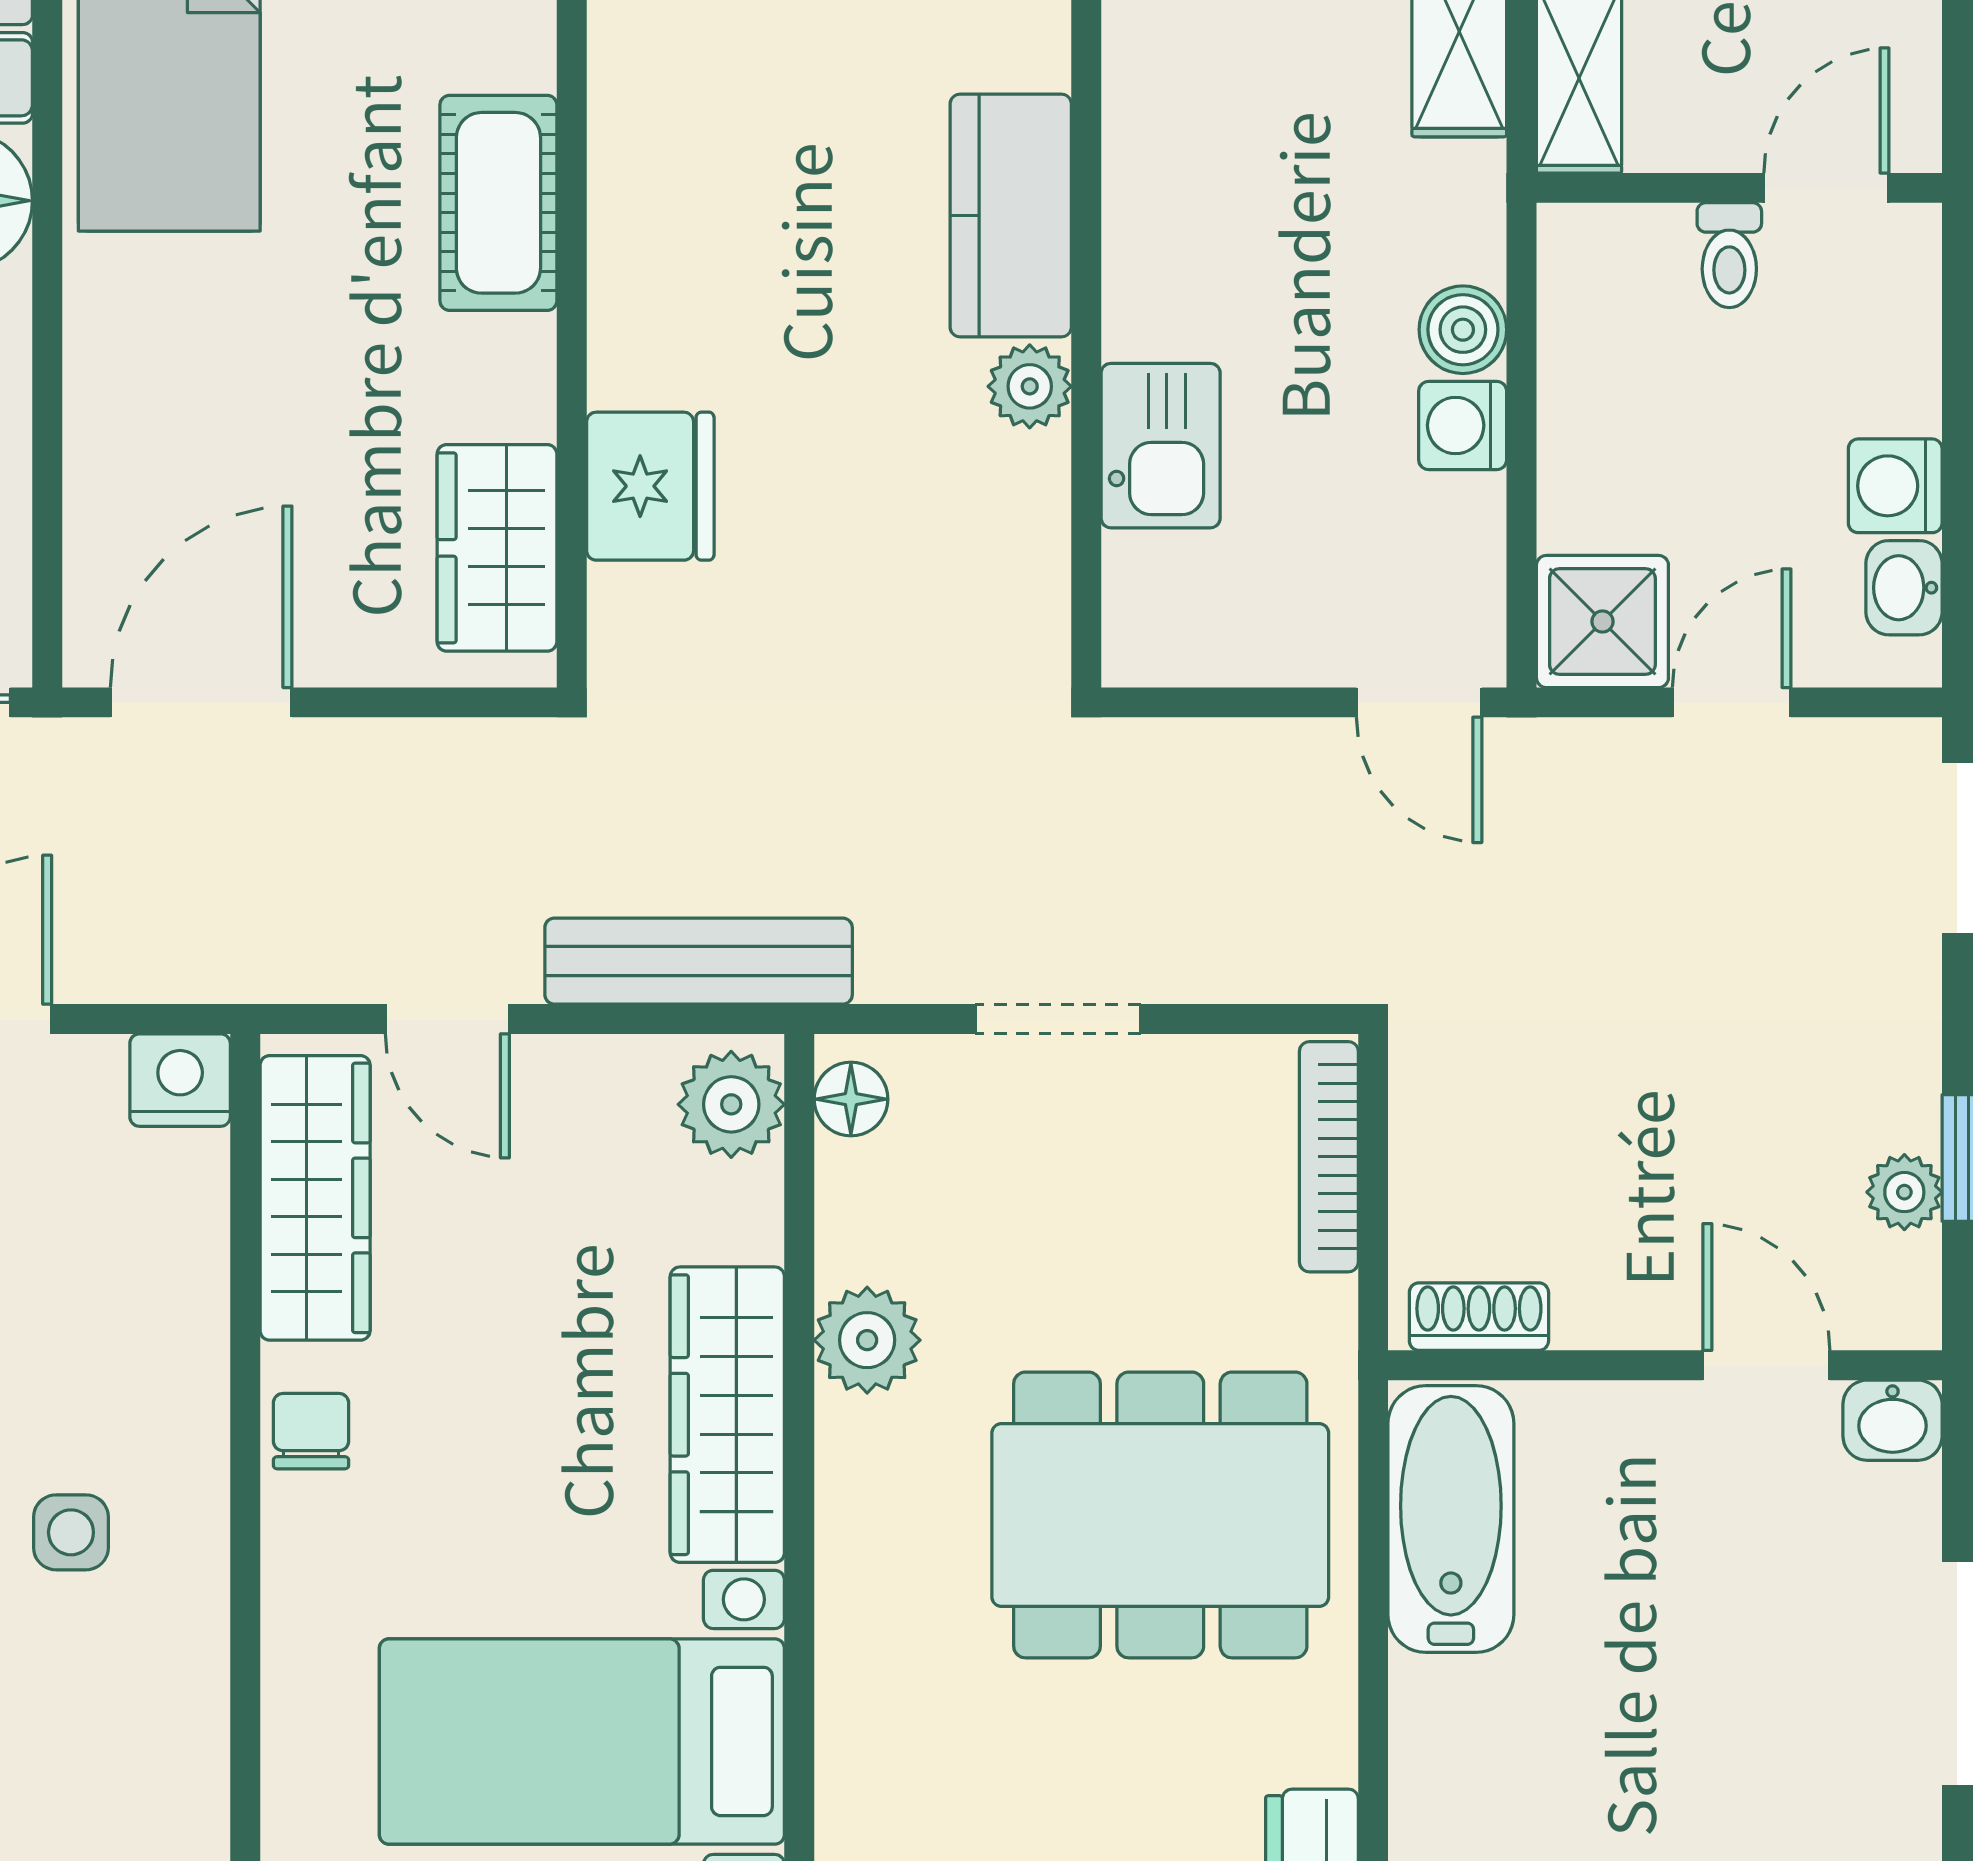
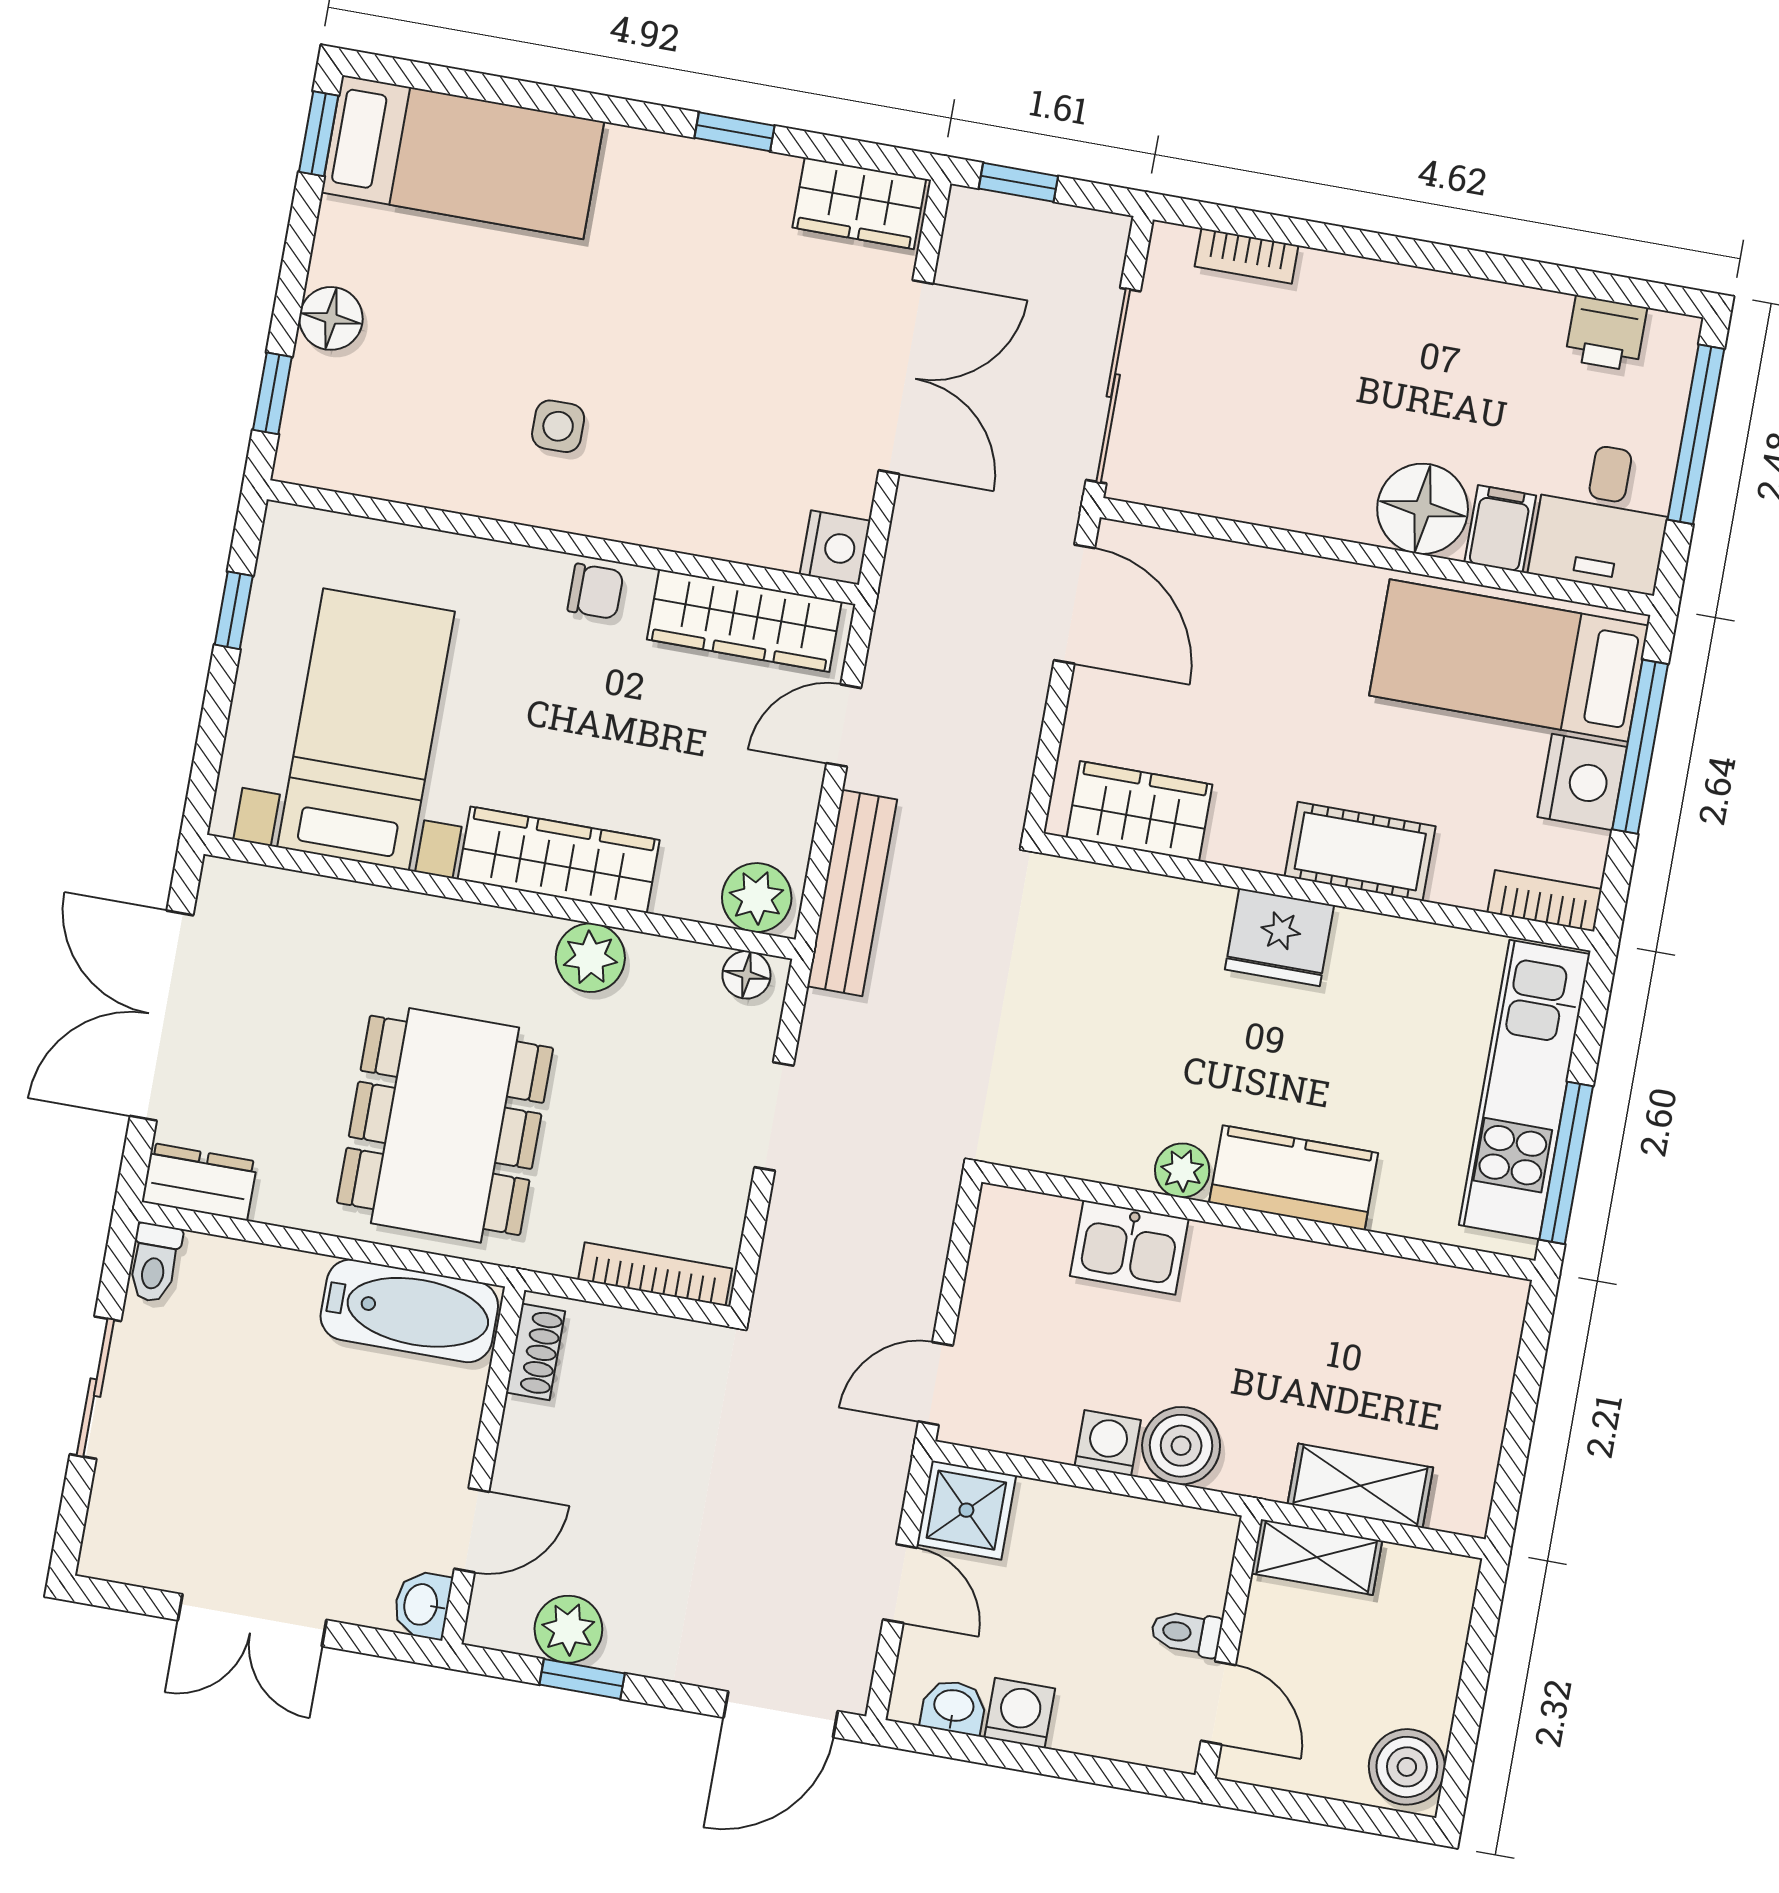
boiler: (1463, 330) -> (1181, 1446), width x1.36, depth x1.36
fridge: (650, 486) -> (1280, 937), moved
plant: (1904, 1192) -> (568, 1629), width x1.38, depth x1.38

